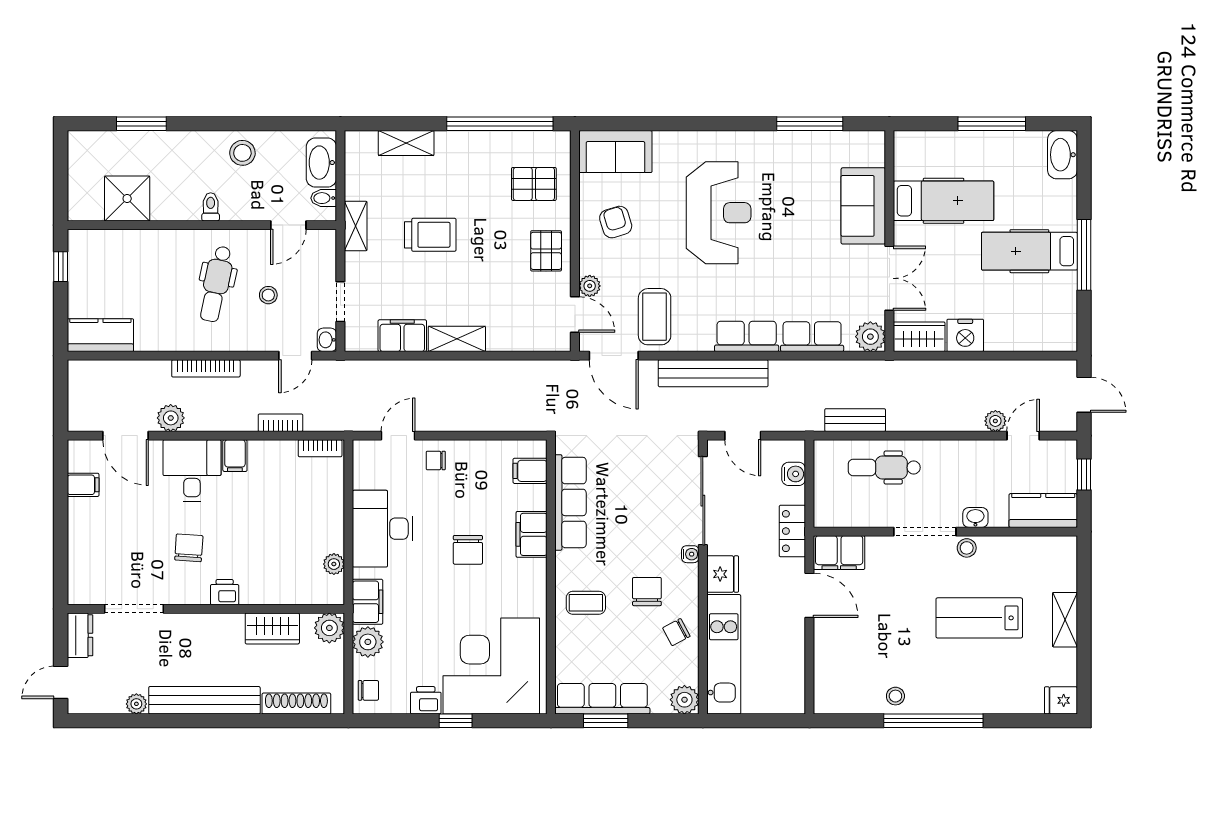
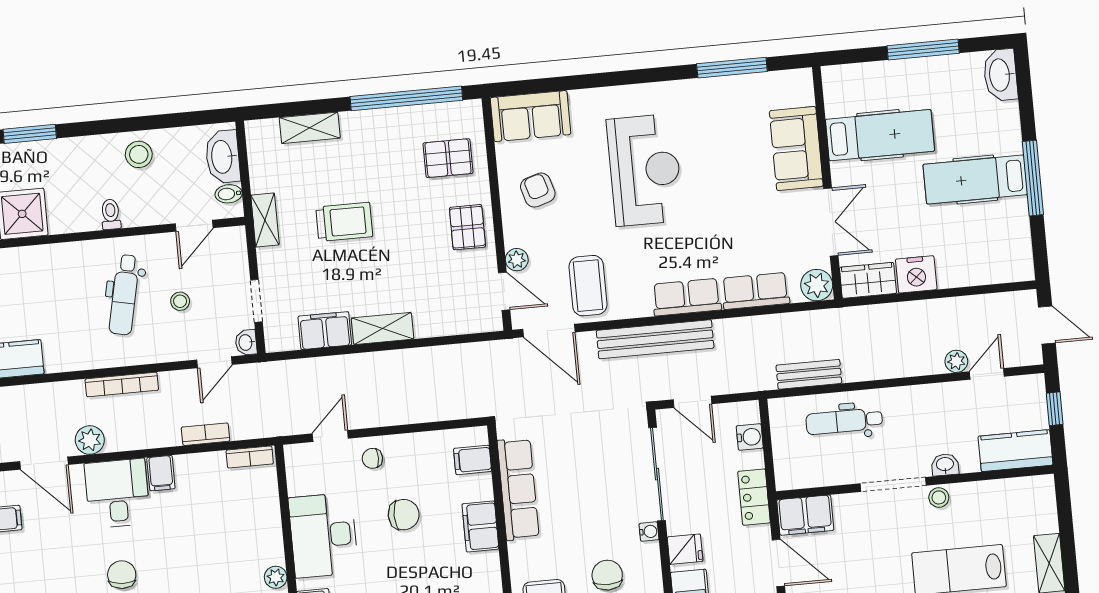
chair: (468, 550) -> (404, 515), moved, turned -90
fridge: (723, 574) -> (685, 549), width x0.72

